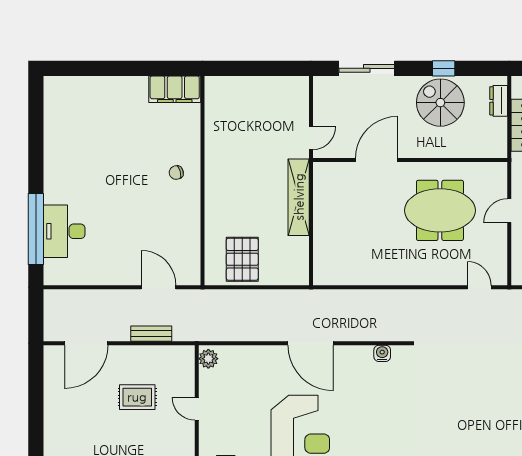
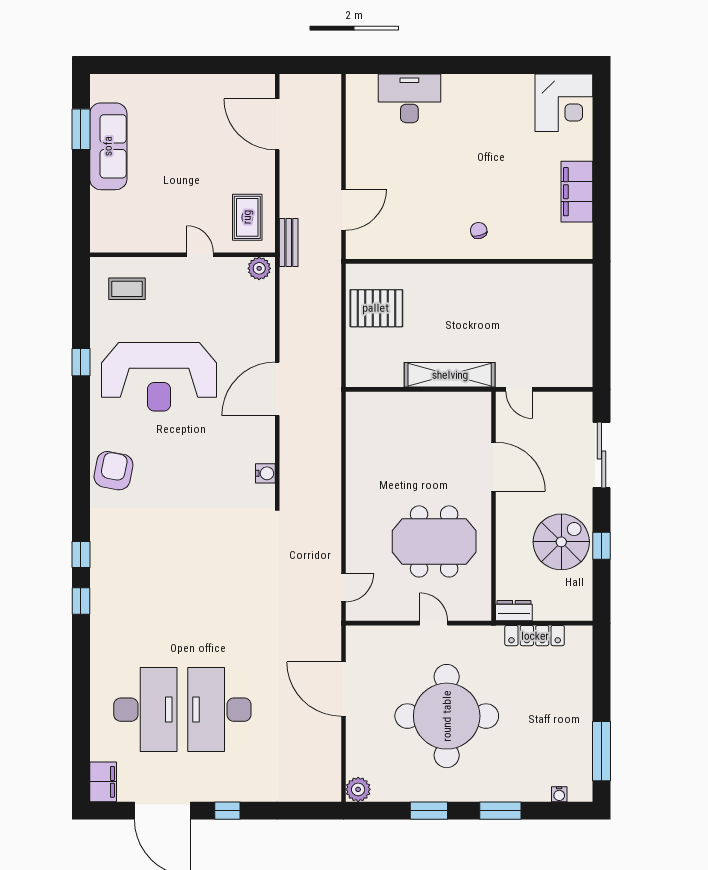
filing cabinet: (175, 89) -> (577, 192), moved
corner desk: (68, 100) -> (564, 103), added
dresser: (499, 101) -> (514, 611), moved
meeting table: (440, 210) -> (434, 541), turned 90
window: (36, 229) -> (412, 65), removed
bench: (151, 334) -> (289, 243), moved
rug: (137, 397) -> (247, 217), moved
door: (197, 409) -> (200, 255), hinge flipped

